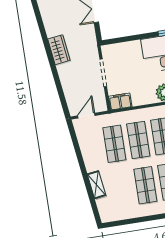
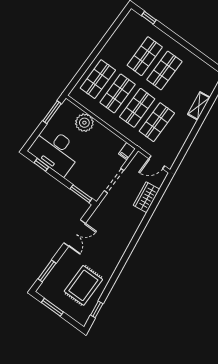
window: (117, 40) -> (81, 194), added
wardrobe: (59, 50) -> (146, 197), moved
filing cabinet: (120, 102) -> (127, 151), width x0.50

